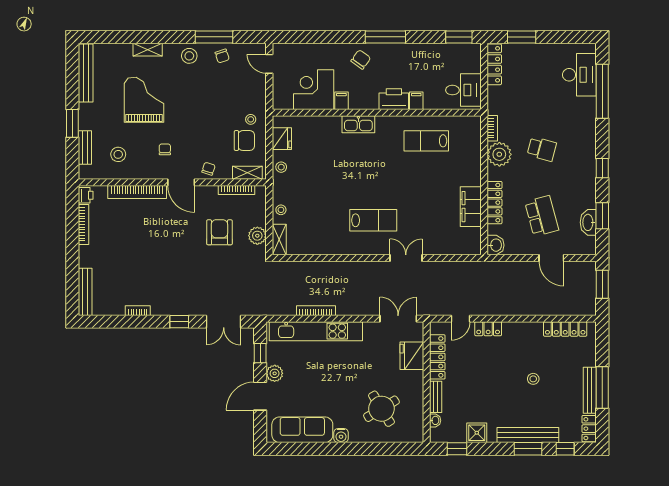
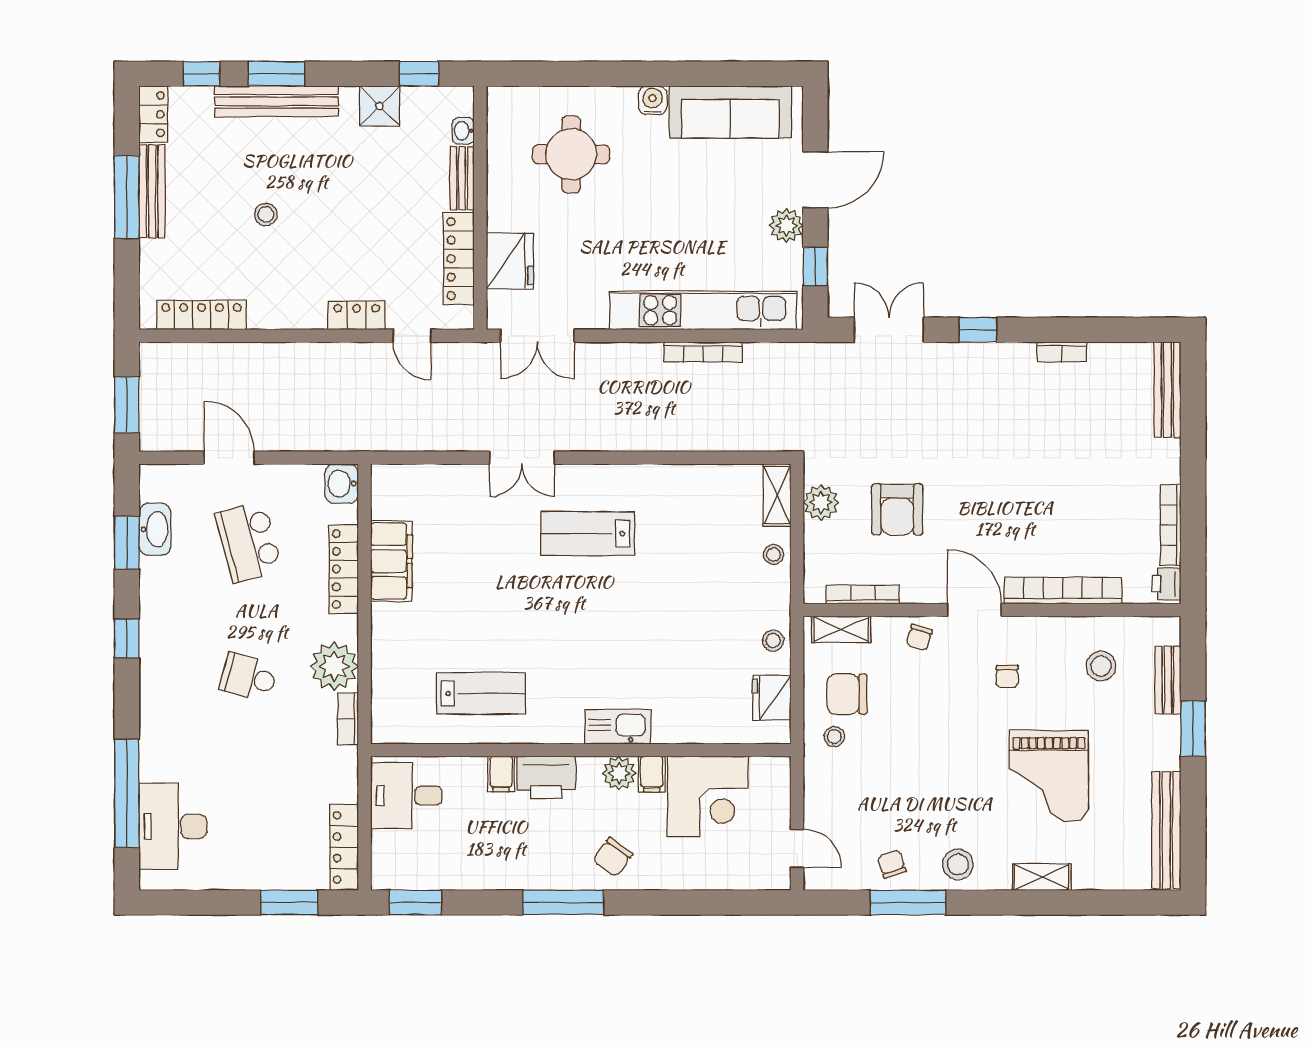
plant: (358, 101) -> (619, 773), added
door: (461, 319) -> (412, 336), swing flipped
round table: (381, 409) -> (571, 154), turned 31

